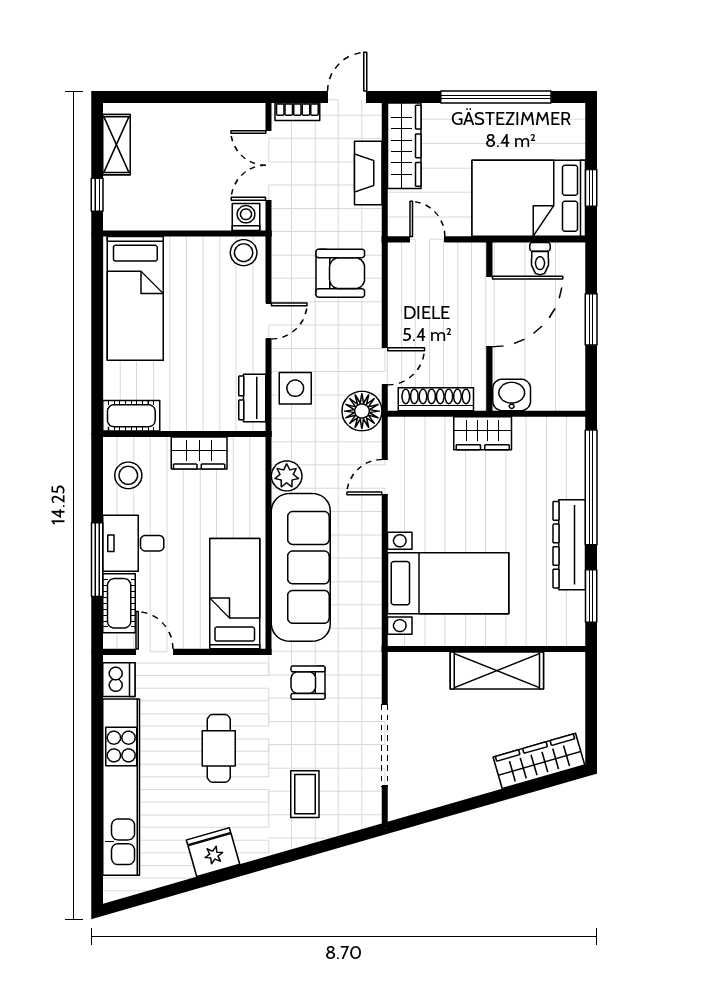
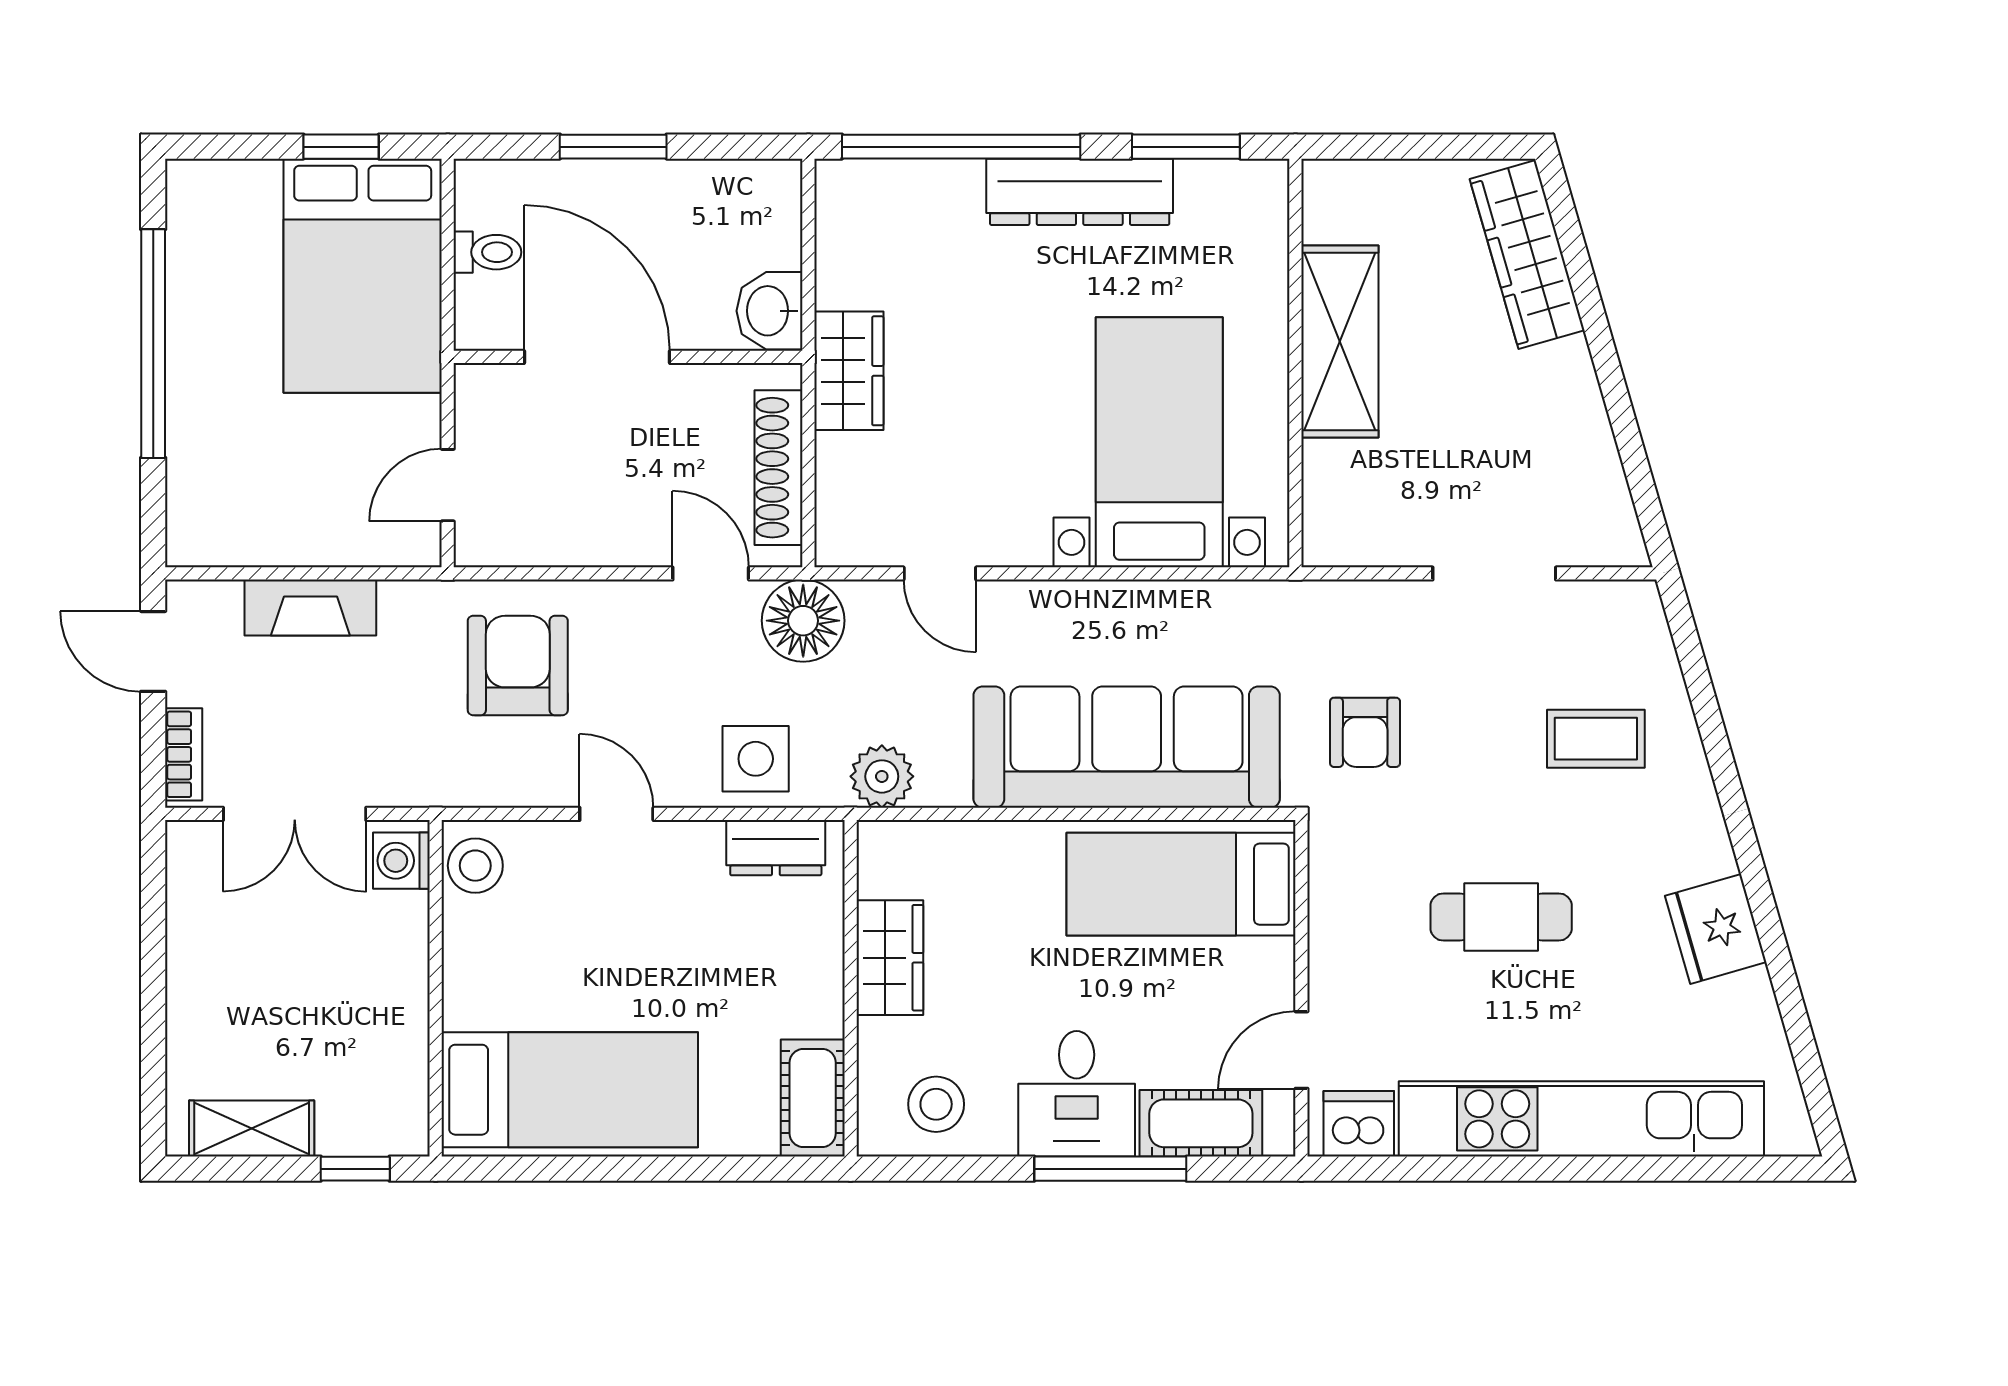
wardrobe: (404, 146) -> (254, 533), removed
plant: (287, 476) -> (882, 776), moved
doorway: (385, 745) -> (1494, 573), width x0.73

